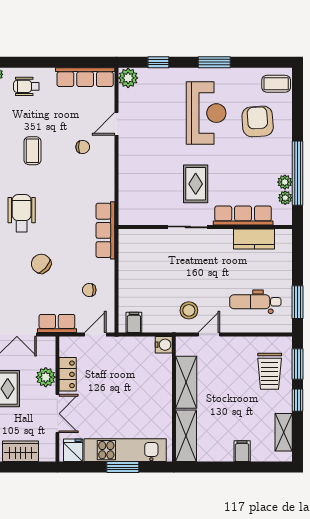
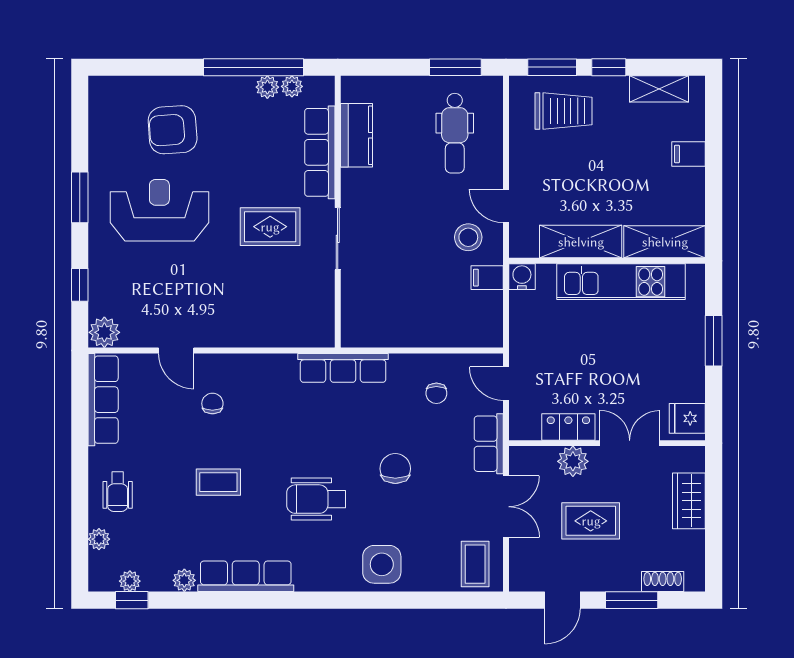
coffee table: (276, 84) -> (114, 101), removed
chair: (41, 264) -> (395, 469), turned 138
filing cabinet: (134, 322) -> (487, 278), moved
kitchen unit: (125, 450) -> (621, 282), moved, turned -90

